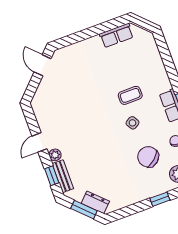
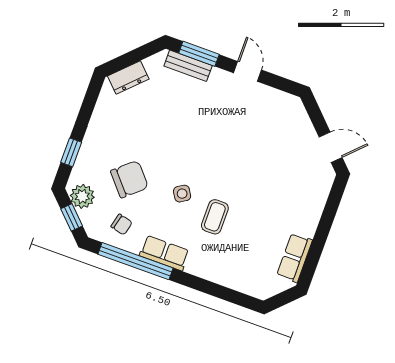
plant: (55, 155) -> (219, 77), removed
window: (52, 176) -> (199, 54), width x1.50
window: (84, 210) -> (131, 58), removed

